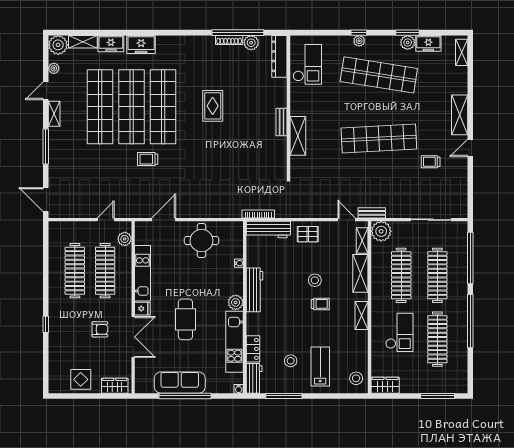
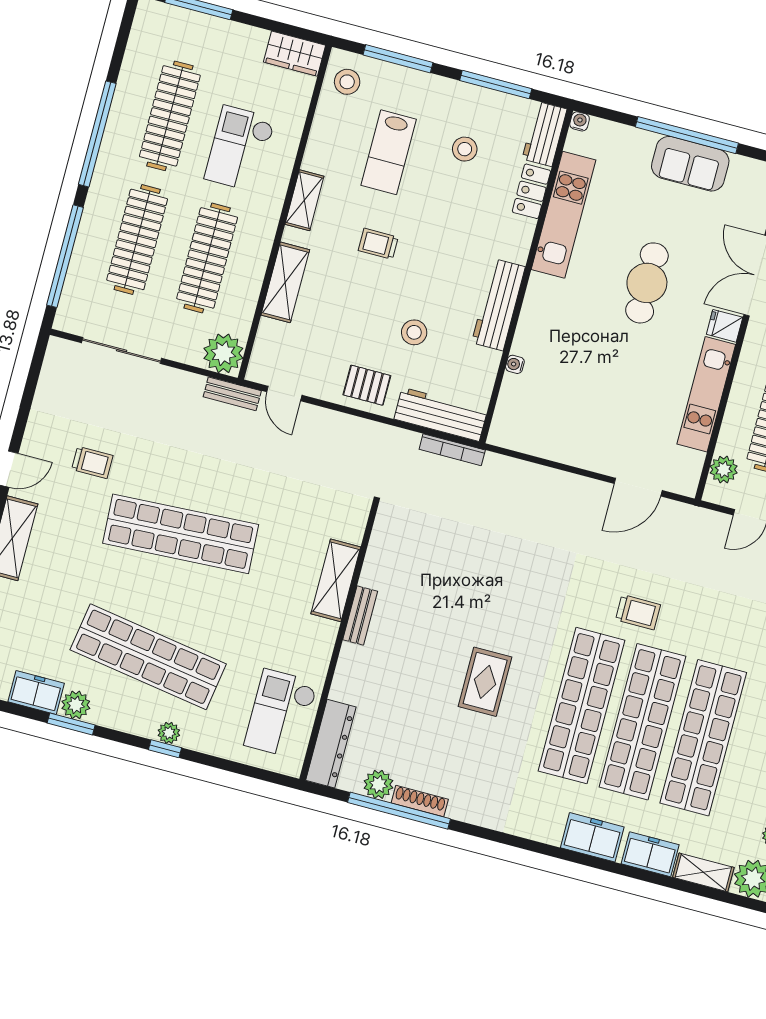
shelving: (362, 240) -> (265, 345), removed
round table: (201, 241) -> (576, 427), removed
stool: (315, 280) -> (414, 332), moved
plant: (236, 302) -> (541, 290), removed
lab bench: (320, 366) -> (389, 152), moved
sofa: (180, 383) -> (690, 164), width x0.73
window: (334, 396) -> (398, 59), added

